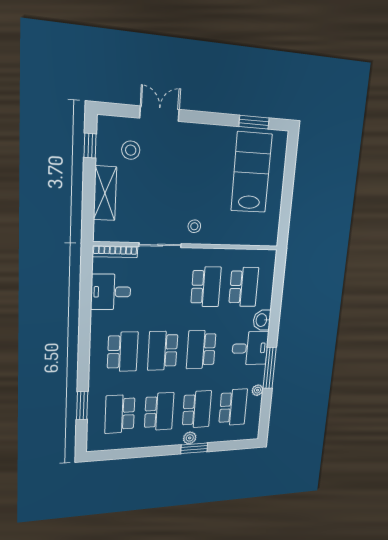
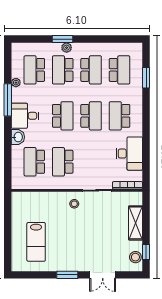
window: (254, 122) -> (67, 275), moved
stool: (131, 150) -> (135, 257), moved
lab bench: (252, 172) -> (36, 242), width x0.73, depth x0.72
desk: (111, 292) -> (129, 154), width x1.37
school desk: (159, 412) -> (91, 70), turned 180

